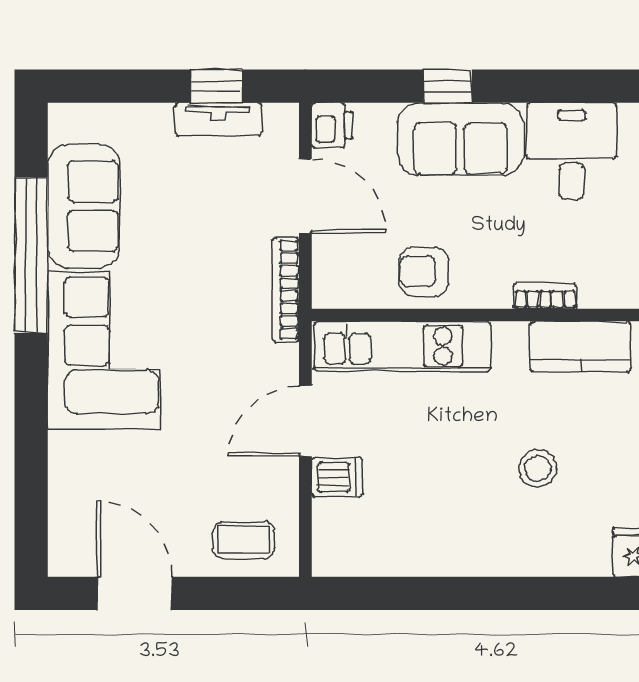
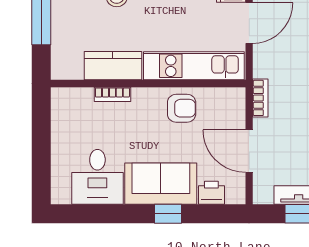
printer: (332, 125) -> (211, 193), moved, turned 90
bookcase: (286, 290) -> (260, 98), width x0.64
kitchen counter: (580, 346) -> (113, 66), moved

